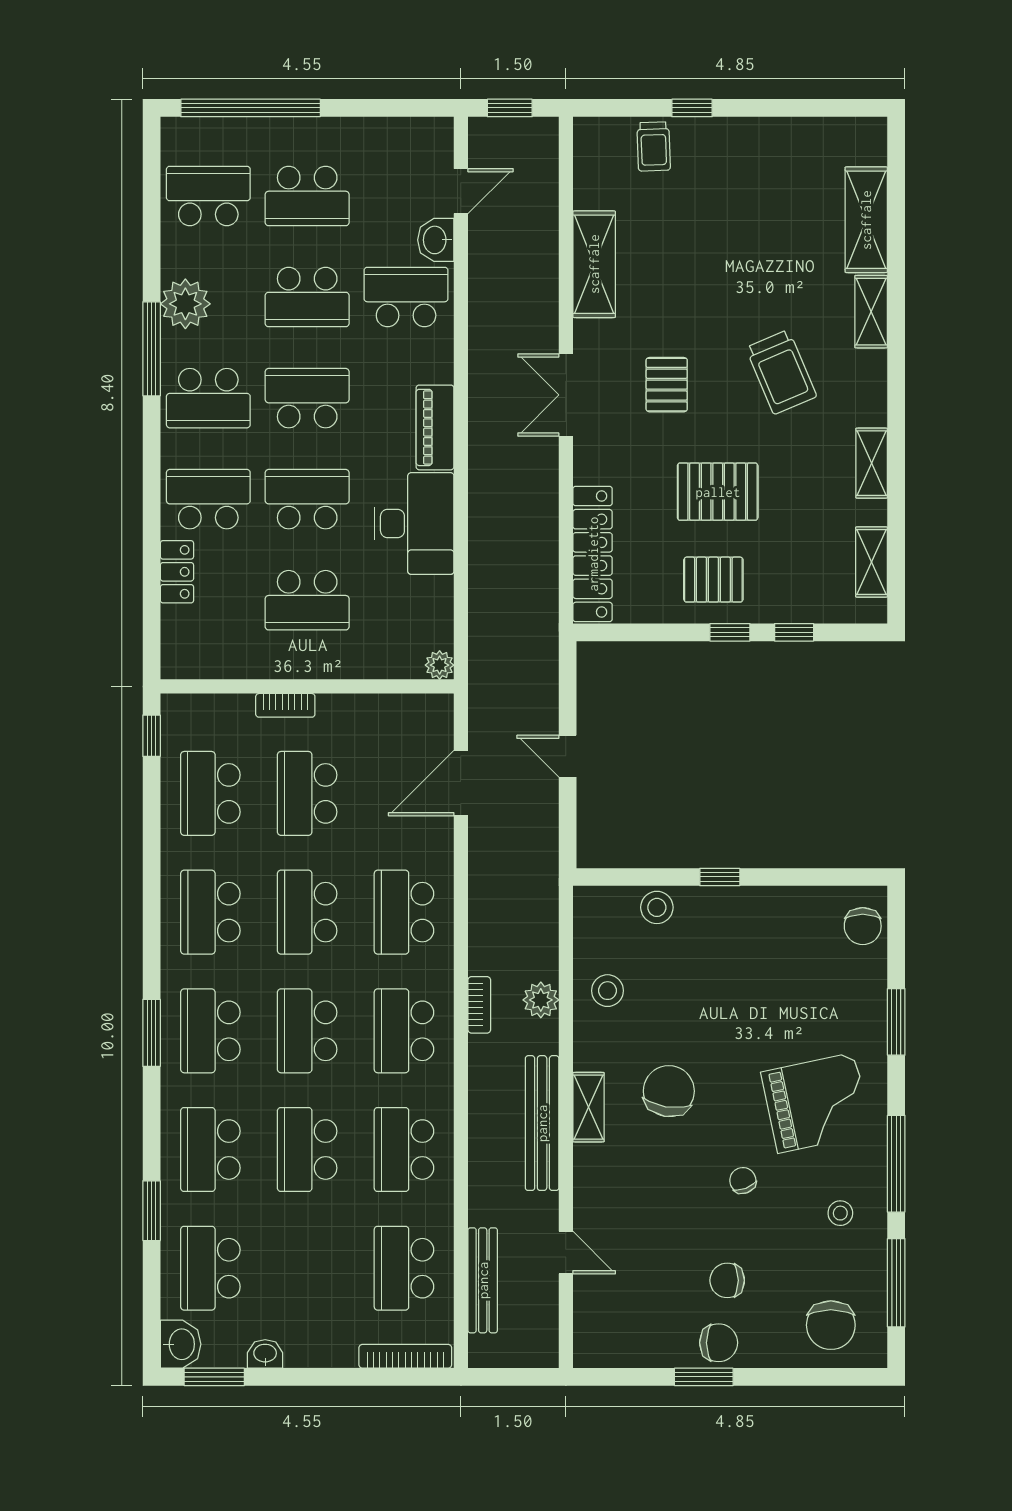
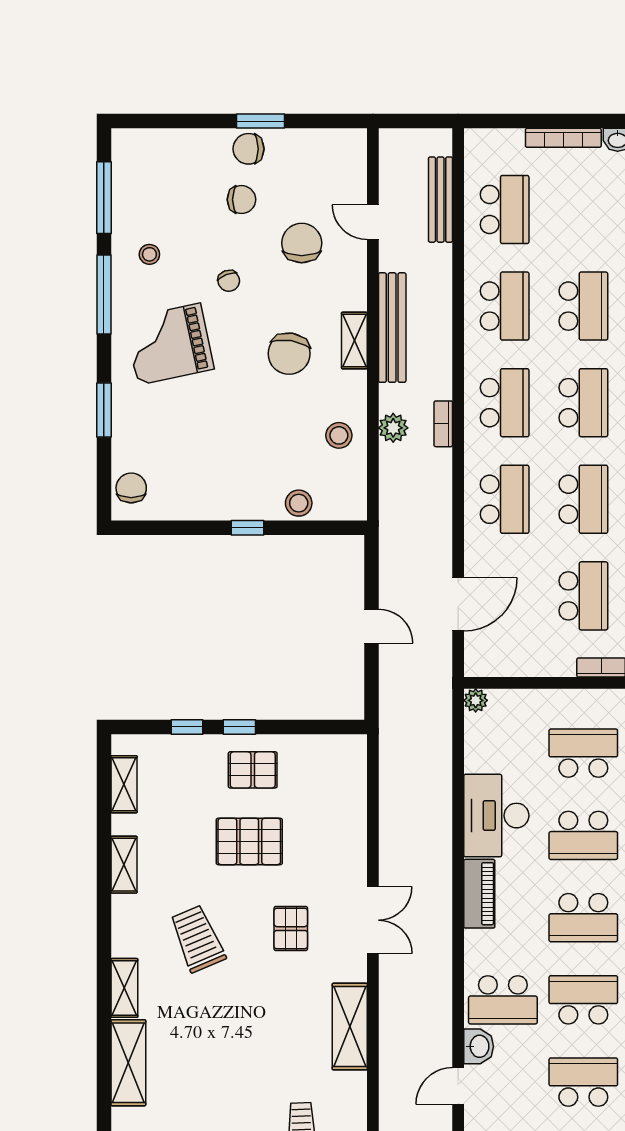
locker: (593, 554) -> (351, 791), removed
chair: (831, 1325) -> (302, 243), moved
bookcase: (405, 1356) -> (563, 138), moved

